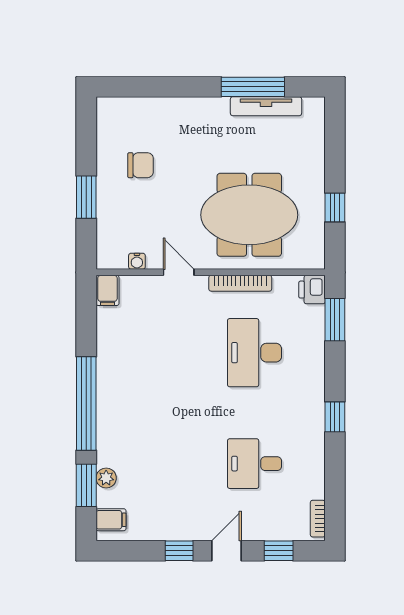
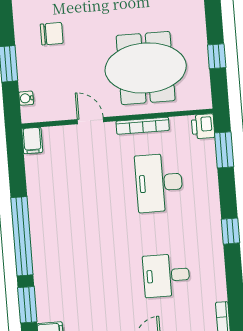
water cooler: (137, 261) -> (26, 98), moved, turned 90
plant: (106, 478) -> (43, 297), removed

